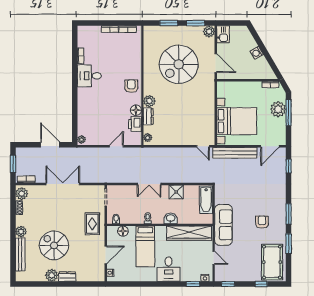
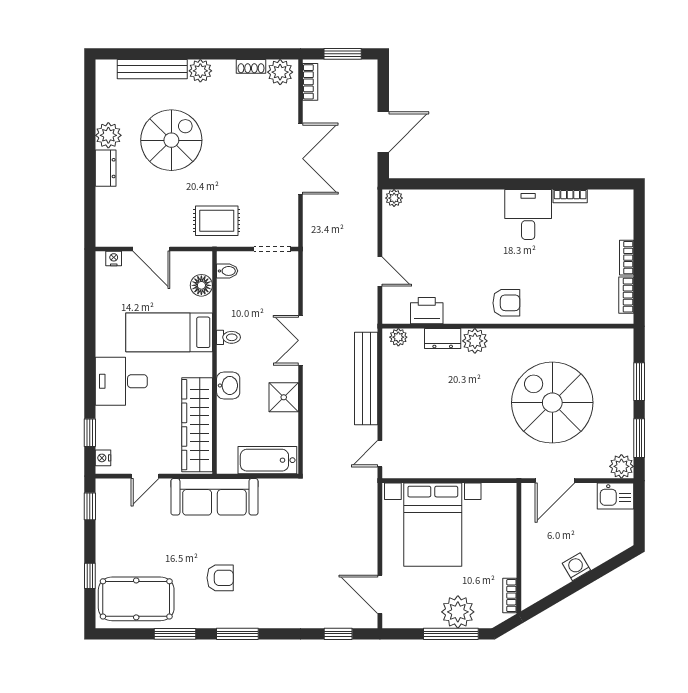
floor lamp: (136, 110) -> (456, 313), removed
bench: (235, 153) -> (366, 379), moved

